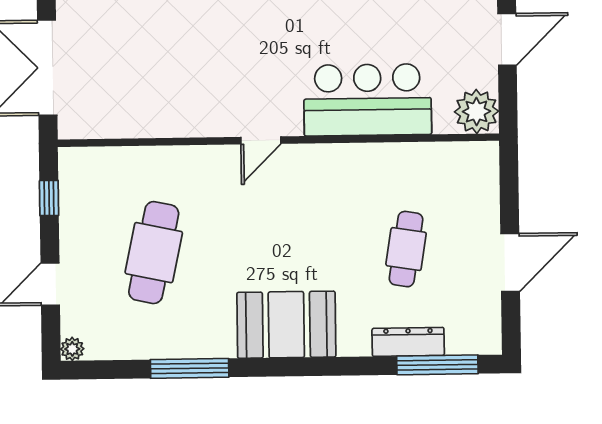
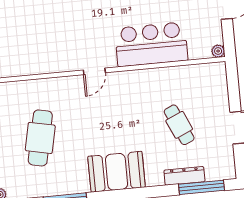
plant: (476, 111) -> (218, 51), width x0.53, depth x0.53
cafe table: (406, 249) -> (179, 125), turned -33

